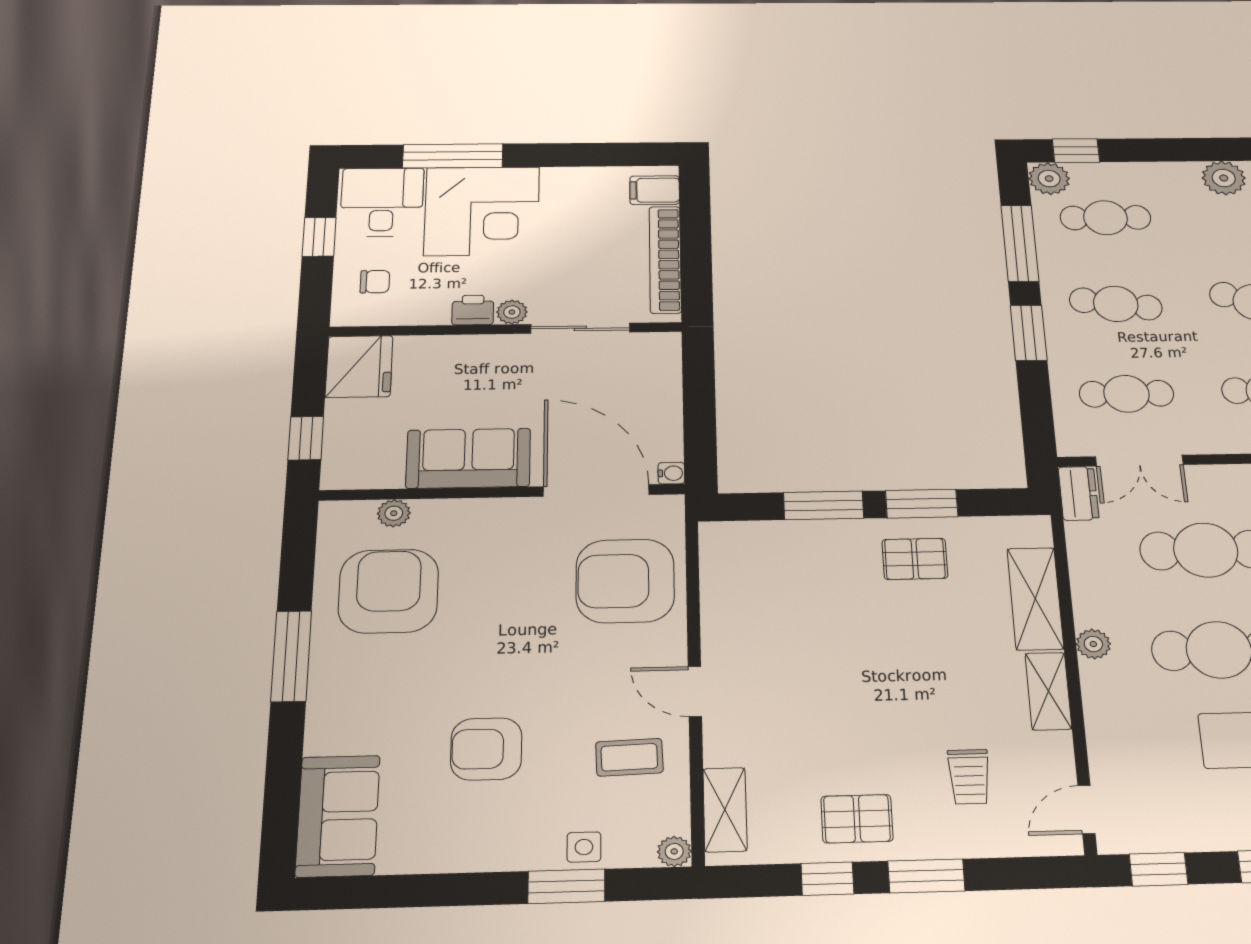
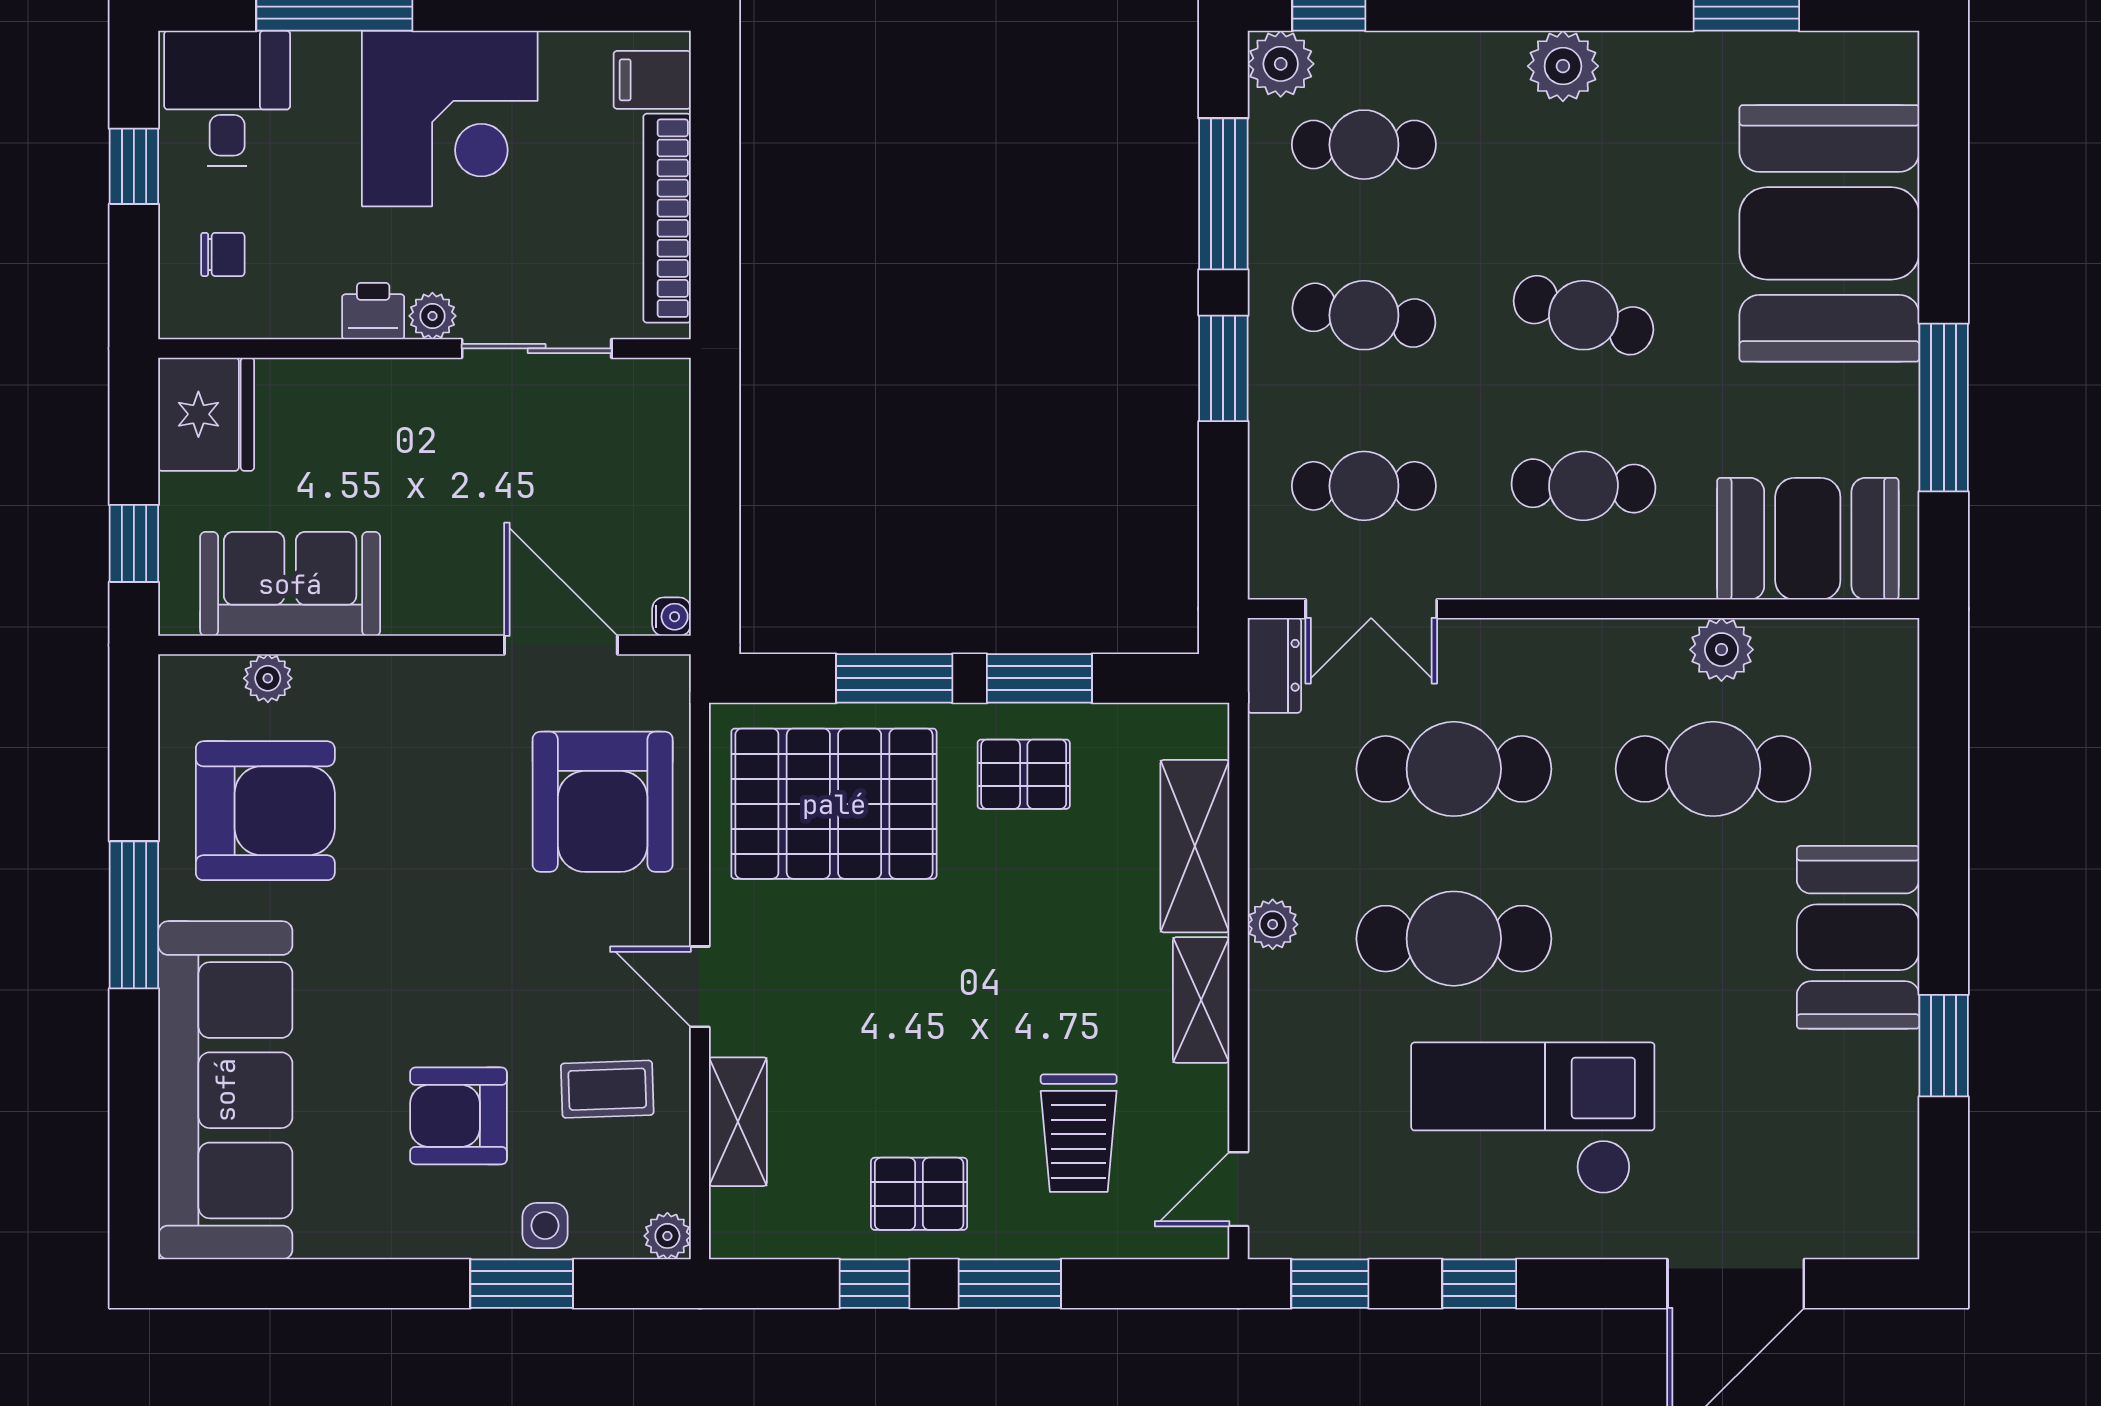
corner desk: (482, 211) -> (450, 119), moved
sofa: (468, 458) -> (290, 584), moved
door: (596, 491) -> (561, 645), width x0.73
pallet: (785, 579) -> (834, 804), added
armchair: (625, 581) -> (603, 802), turned -90
armchair: (388, 591) -> (265, 811), turned 90
armchair: (486, 749) -> (459, 1116), moved
trolley: (969, 777) -> (1079, 1133), width x1.36, depth x1.39
shelving: (725, 810) -> (738, 1122), moved
sofa: (338, 816) -> (225, 1090), width x1.85, depth x1.27

